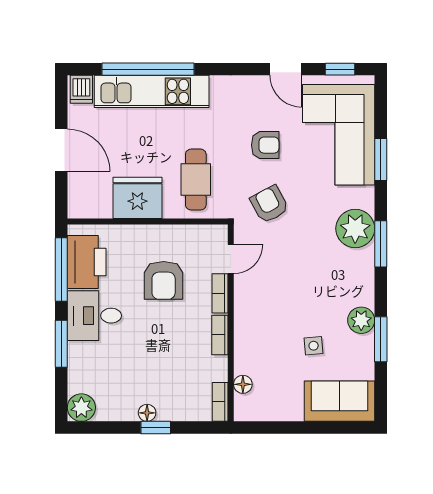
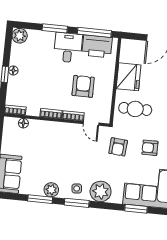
armchair: (265, 145) -> (150, 148), turned 90
armchair: (269, 204) -> (118, 147), turned 123
window: (381, 244) -> (77, 203), moved
armchair: (164, 280) -> (83, 86), turned 90
side table: (314, 346) -> (77, 188), moved

